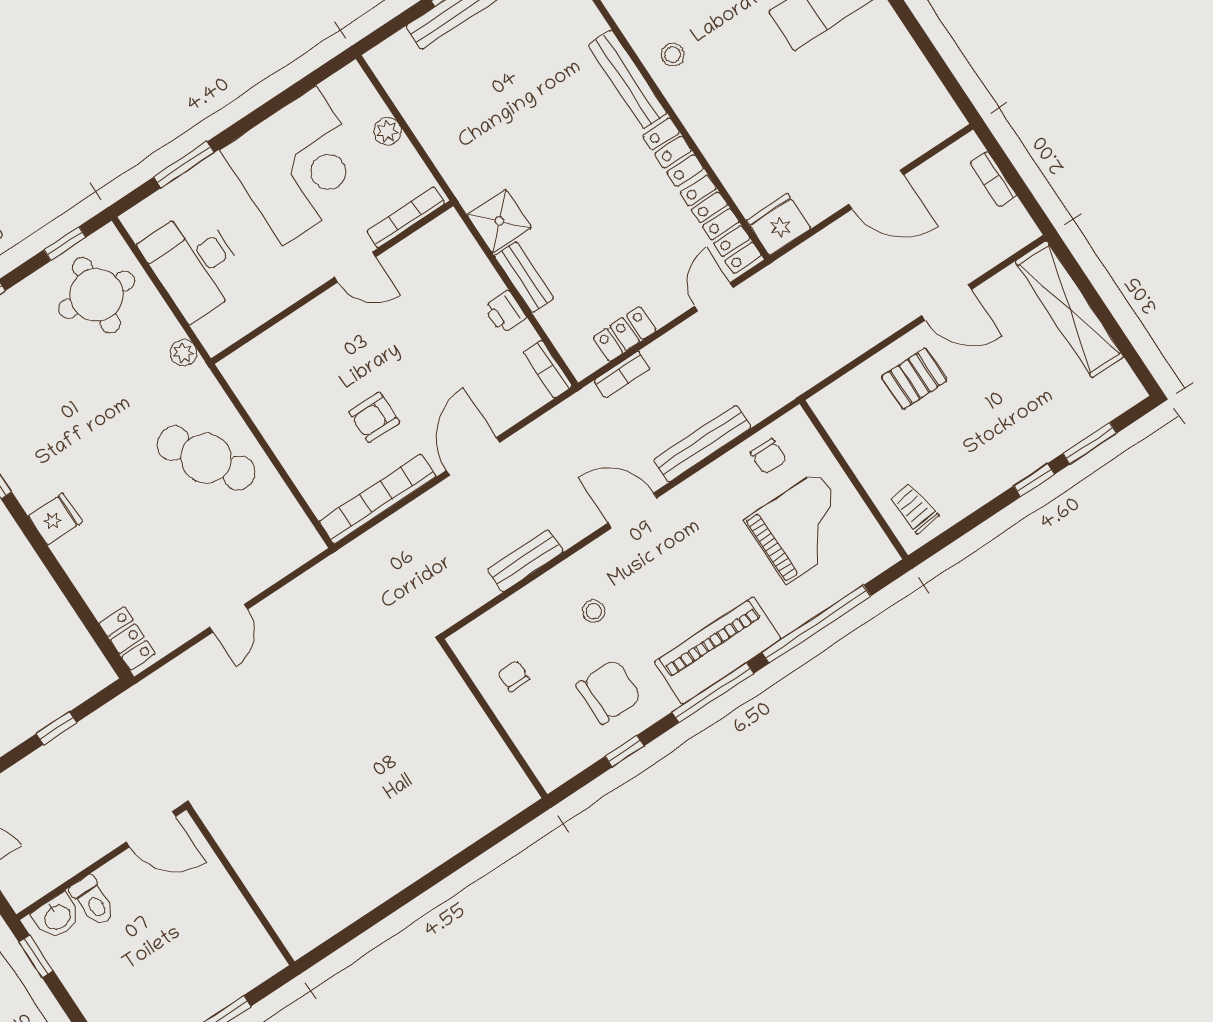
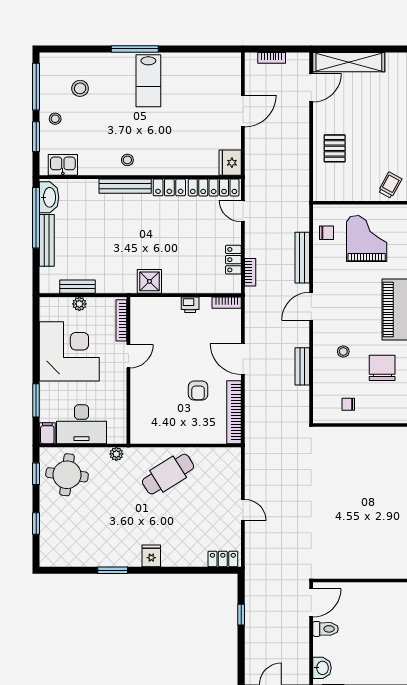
filing cabinet: (143, 218) -> (47, 433), added
bench: (524, 277) -> (77, 287), moved
door: (947, 303) -> (311, 88), moved
trolley: (914, 508) -> (390, 185), turned 126
toilet: (93, 901) -> (325, 629), moved

